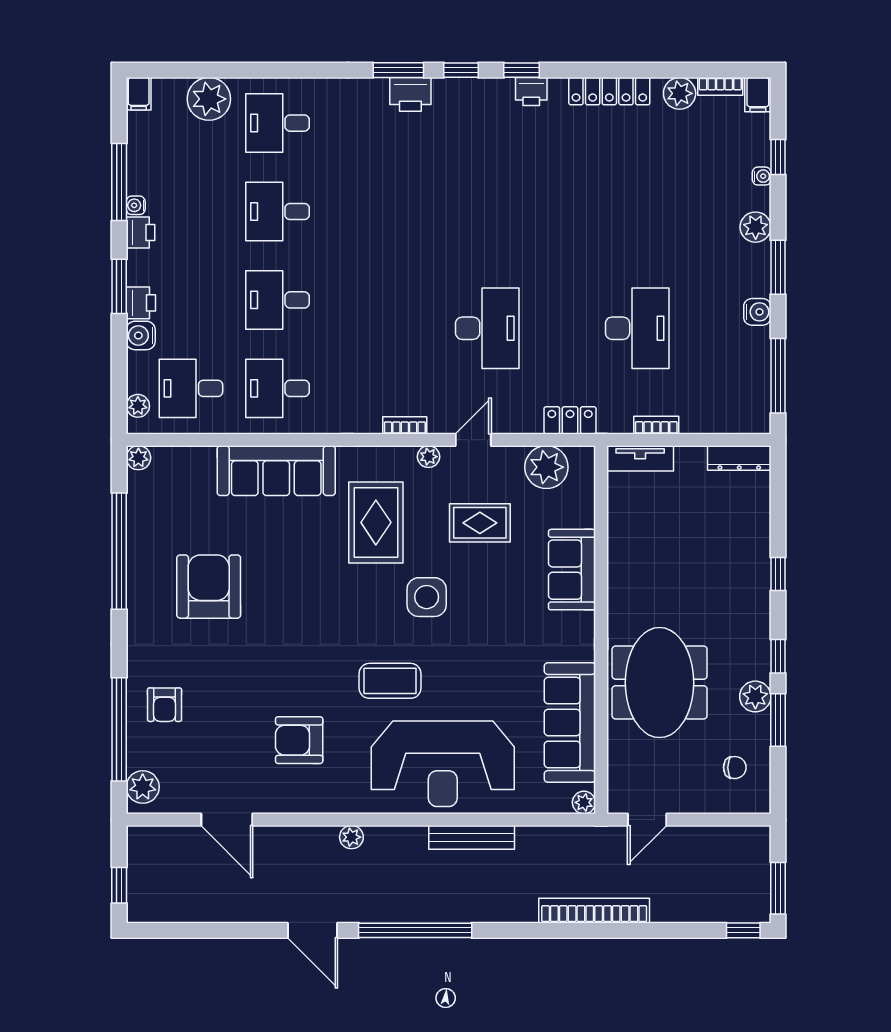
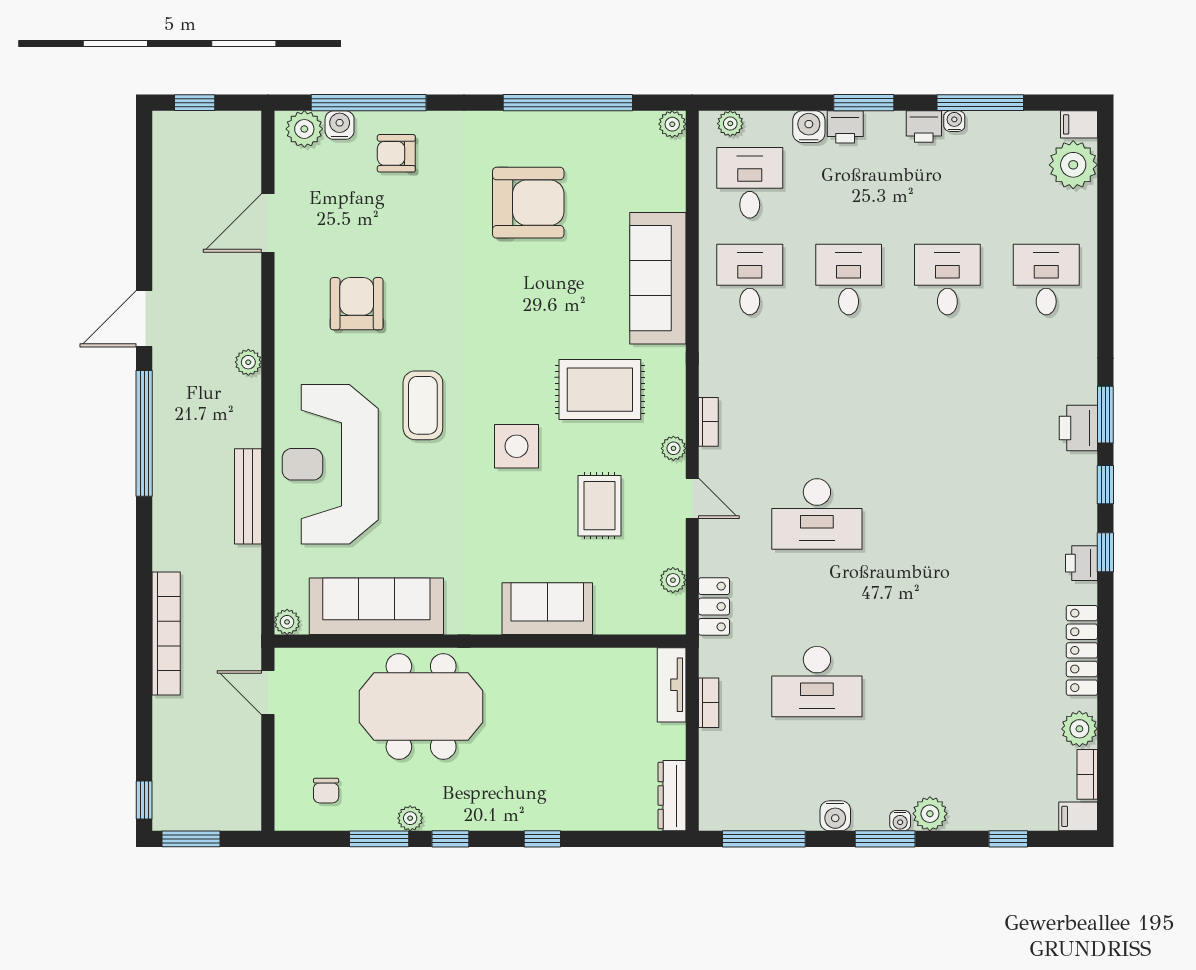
plant: (209, 99) -> (1073, 165), moved
water cooler: (762, 176) -> (900, 821), moved
plant: (546, 467) -> (673, 580), width x0.53, depth x0.53
plant: (755, 696) -> (410, 818), width x0.73, depth x0.73
water cooler: (139, 755) -> (340, 125), added

